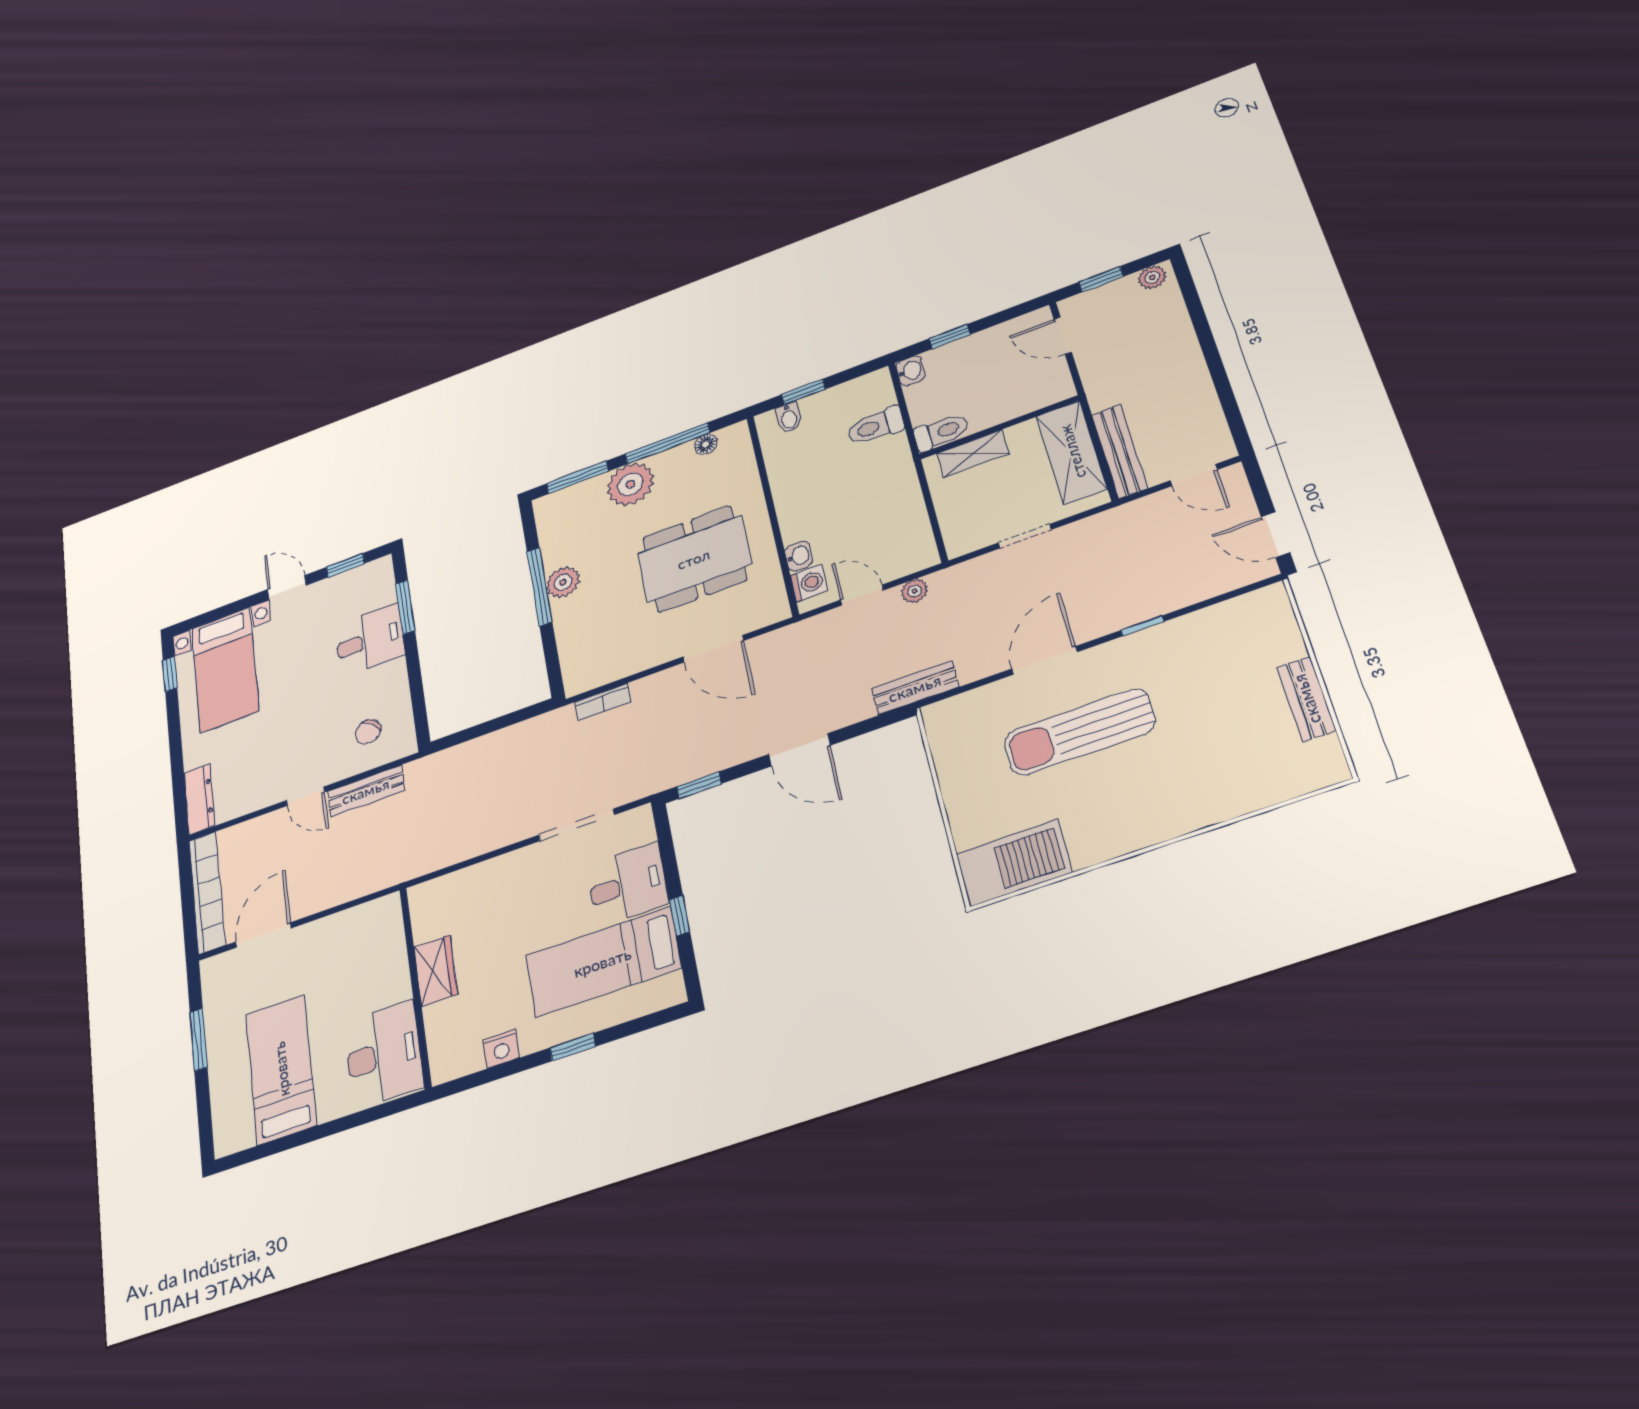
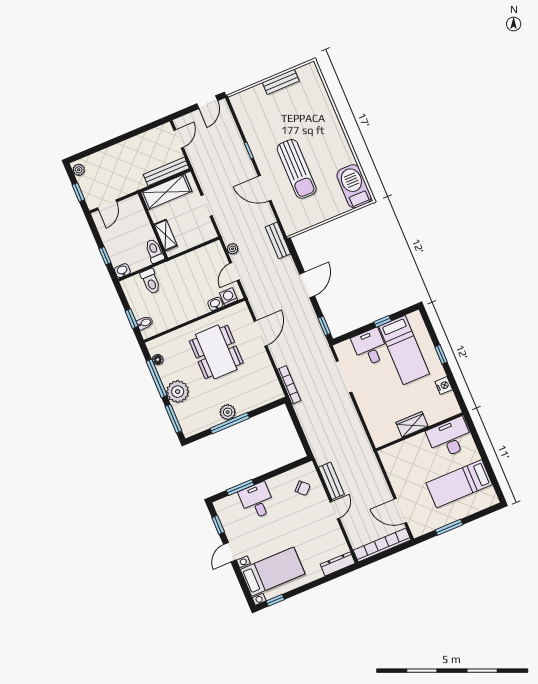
bookcase: (603, 702) -> (289, 385), width x1.56

